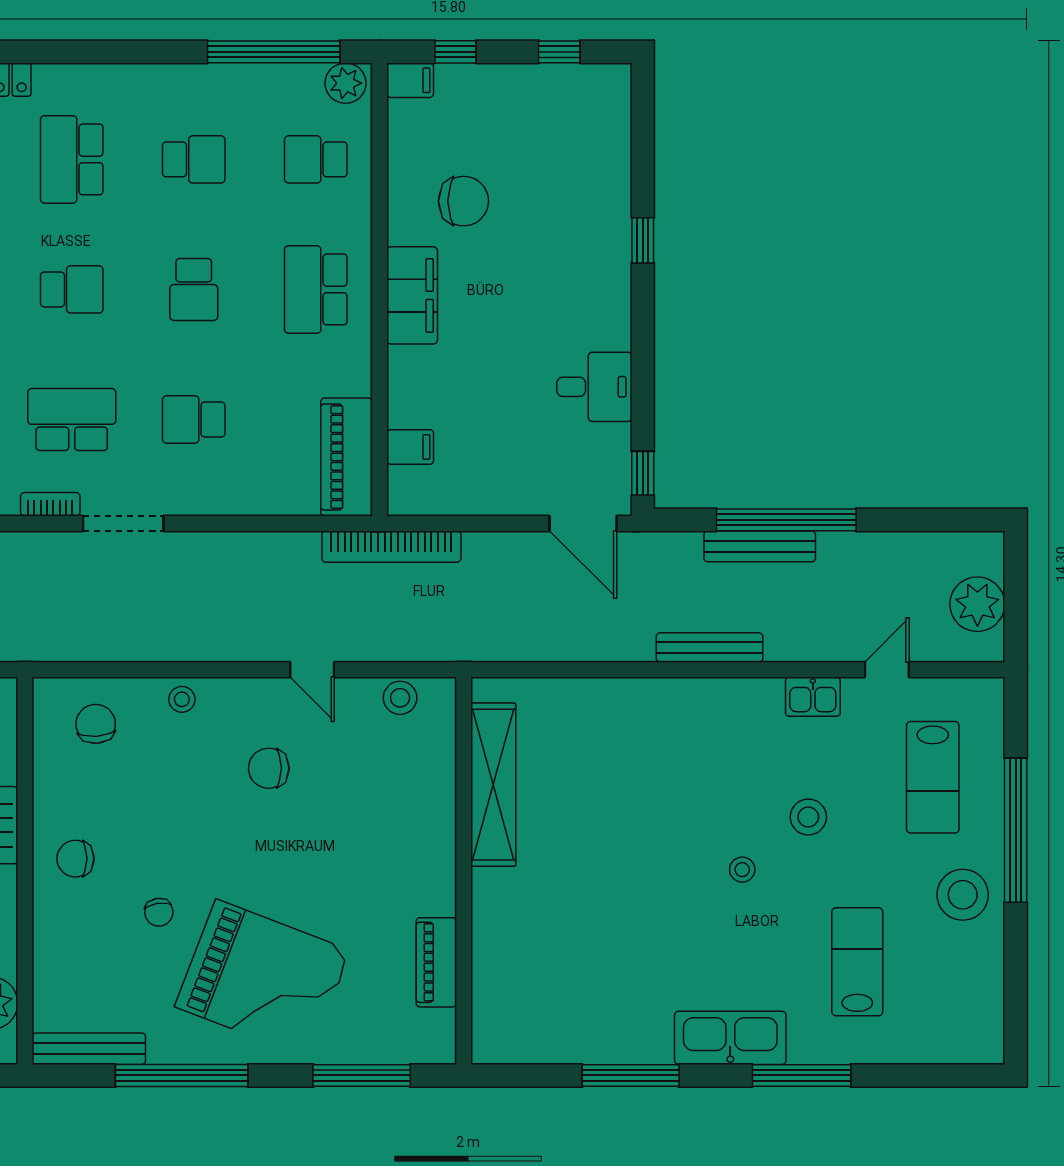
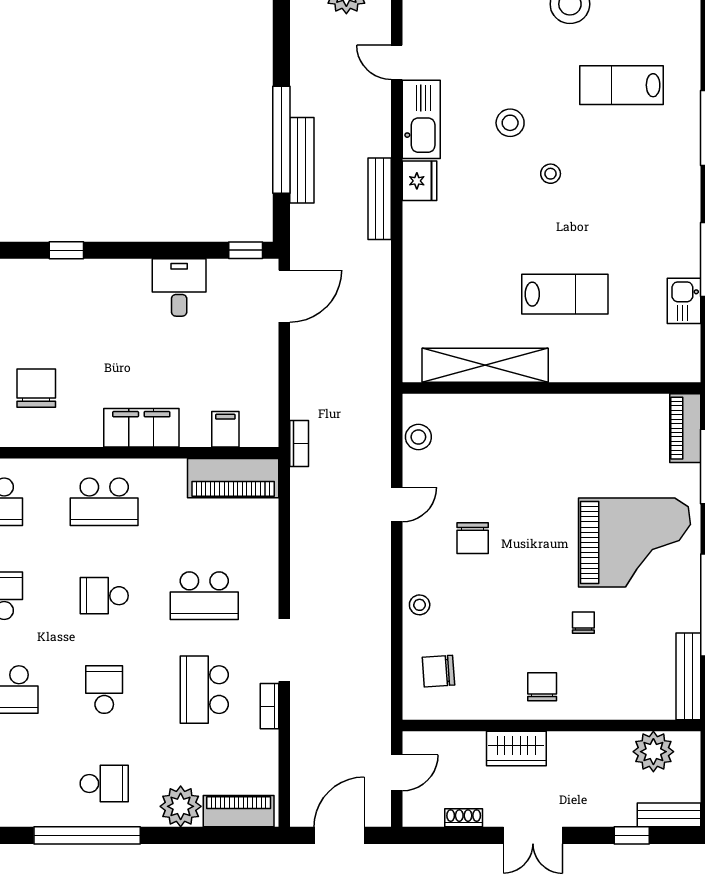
school desk: (194, 289) -> (104, 596), turned 180
filing cabinet: (412, 295) -> (141, 428), moved
school desk: (194, 420) -> (204, 596), width x1.85
bookcase: (391, 547) -> (299, 444), width x0.43, depth x0.76
kitchen sink: (813, 697) -> (421, 119), width x1.88, depth x1.24
fridge: (733, 699) -> (420, 181), added
lab bench: (933, 777) -> (565, 294), moved
chair: (75, 859) -> (542, 687), turned 180
chair: (159, 912) -> (583, 623), turned -81
piano: (436, 962) -> (685, 428), moved, turned 90
grand piano: (263, 979) -> (634, 543), turned 69
kitchen sink: (730, 1038) -> (684, 301), moved, width x0.53, depth x0.81

